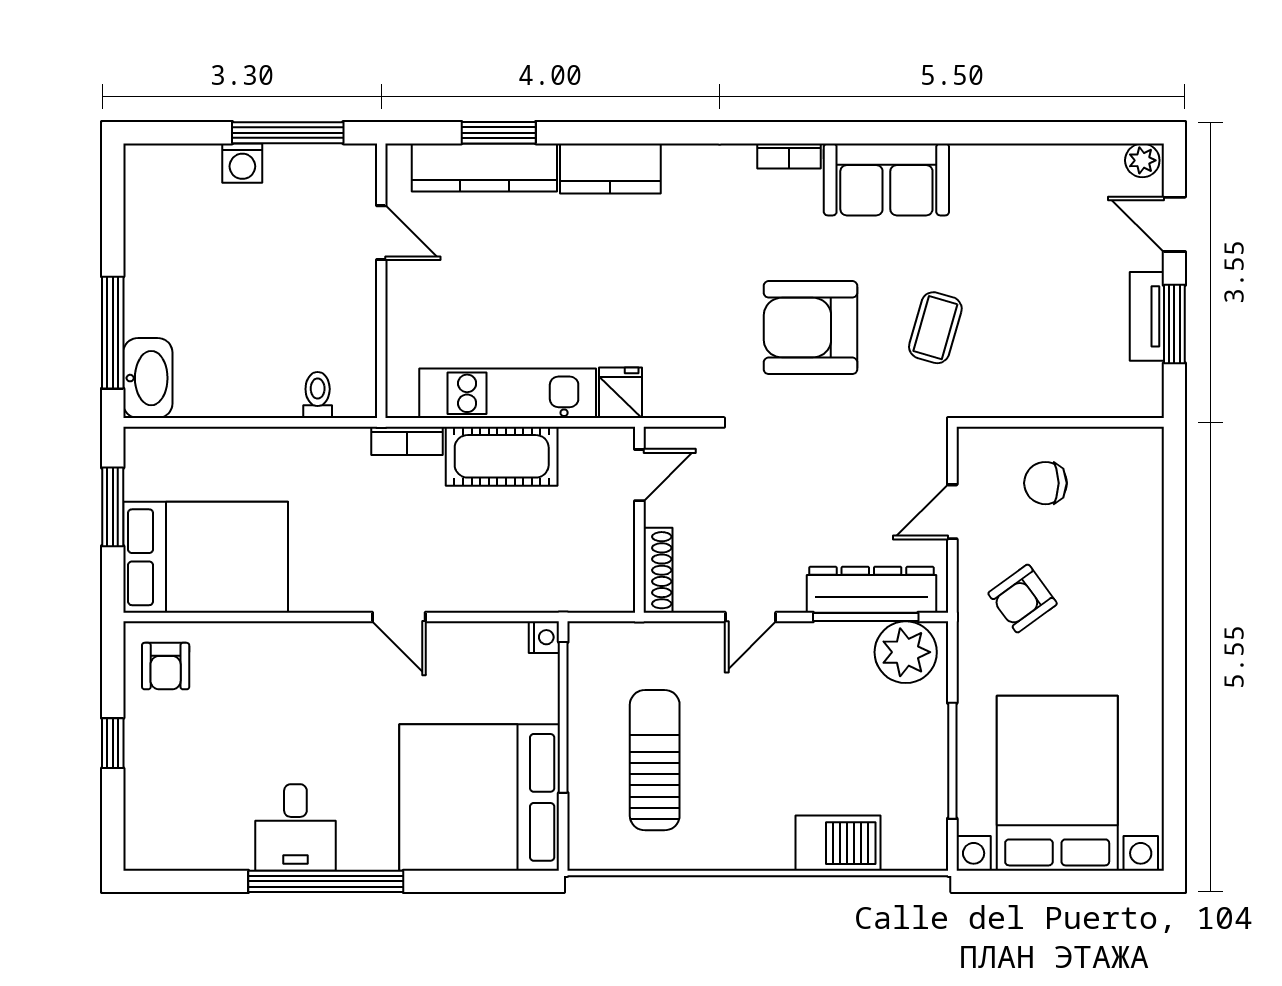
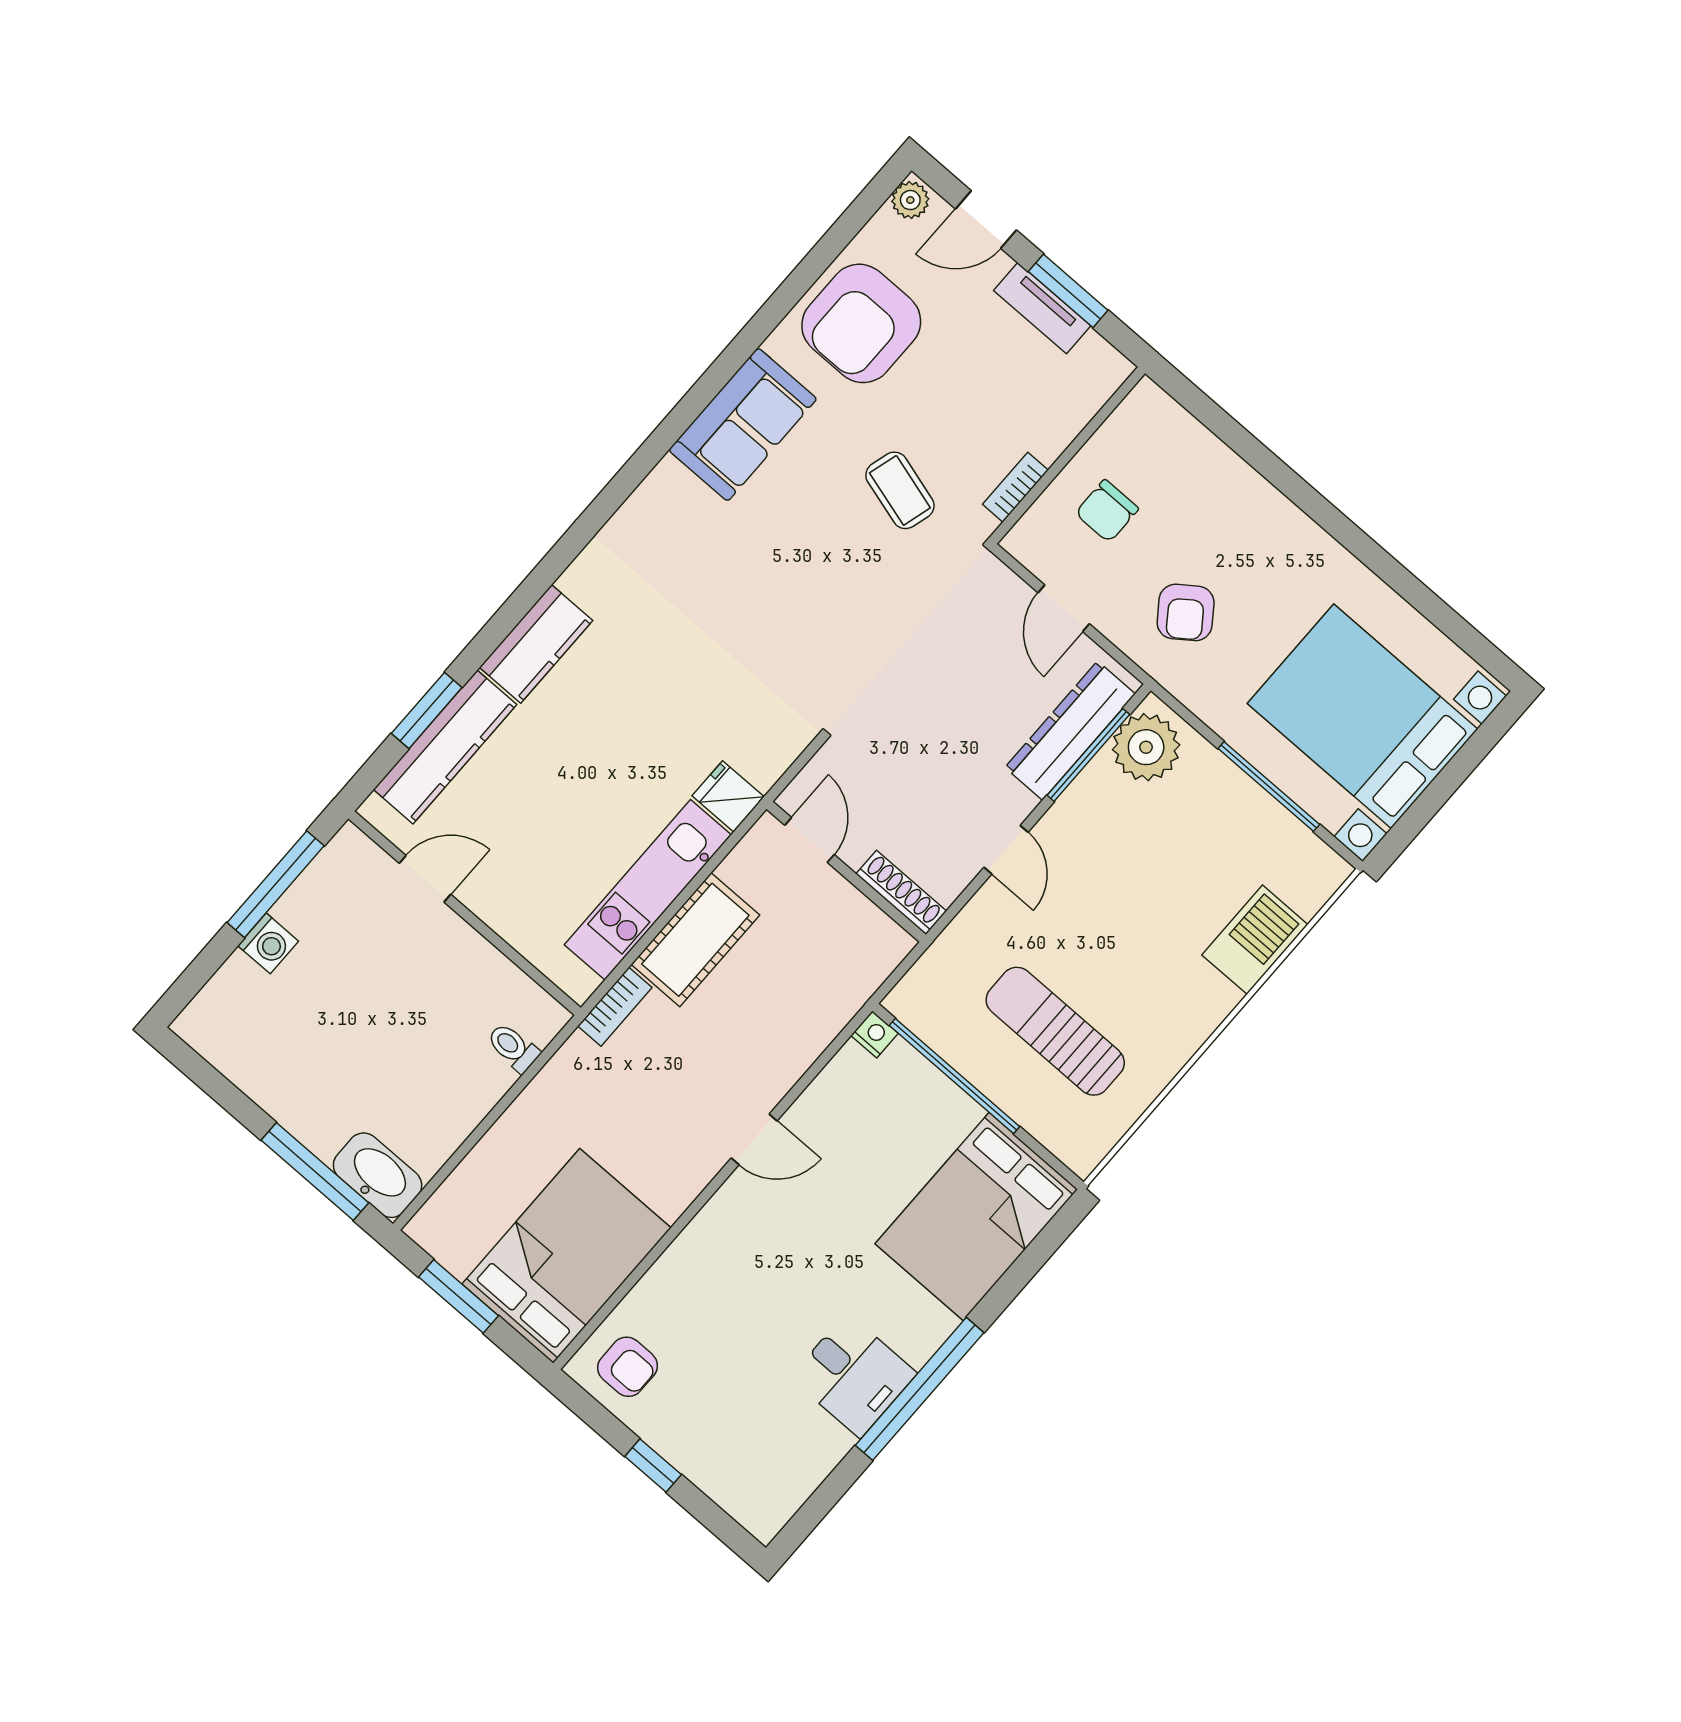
bookcase: (789, 156) -> (1015, 487), moved, turned 180
armchair: (810, 328) -> (861, 323), moved
bed: (479, 797) -> (976, 1217), width x0.73

